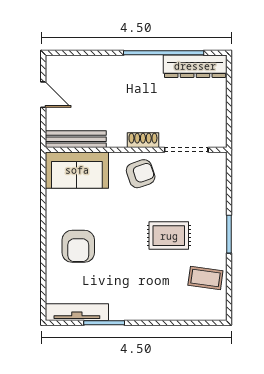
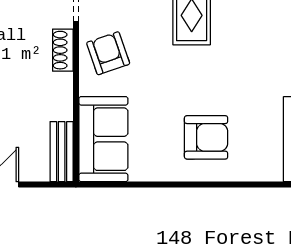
bench: (76, 139) -> (62, 152), width x0.73

